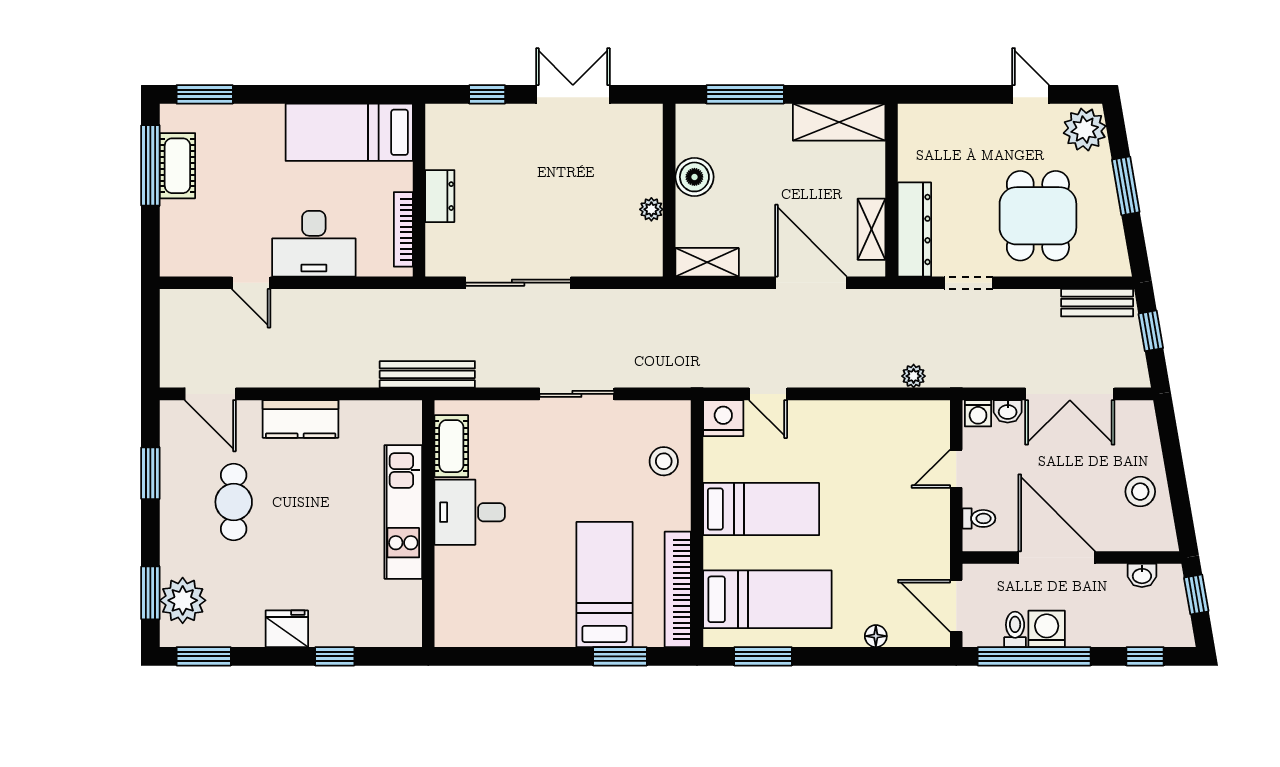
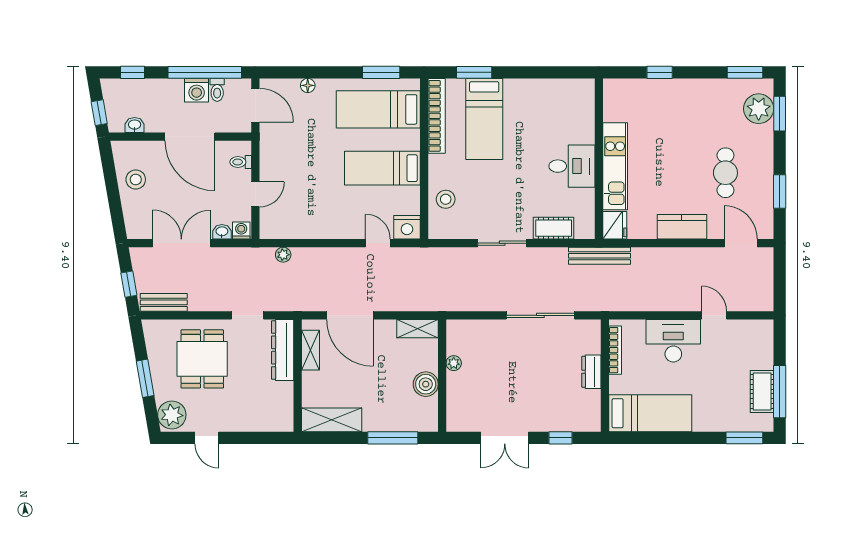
cot: (451, 446) -> (554, 228), moved, turned 90
fridge: (287, 629) -> (615, 225), moved, turned -90

